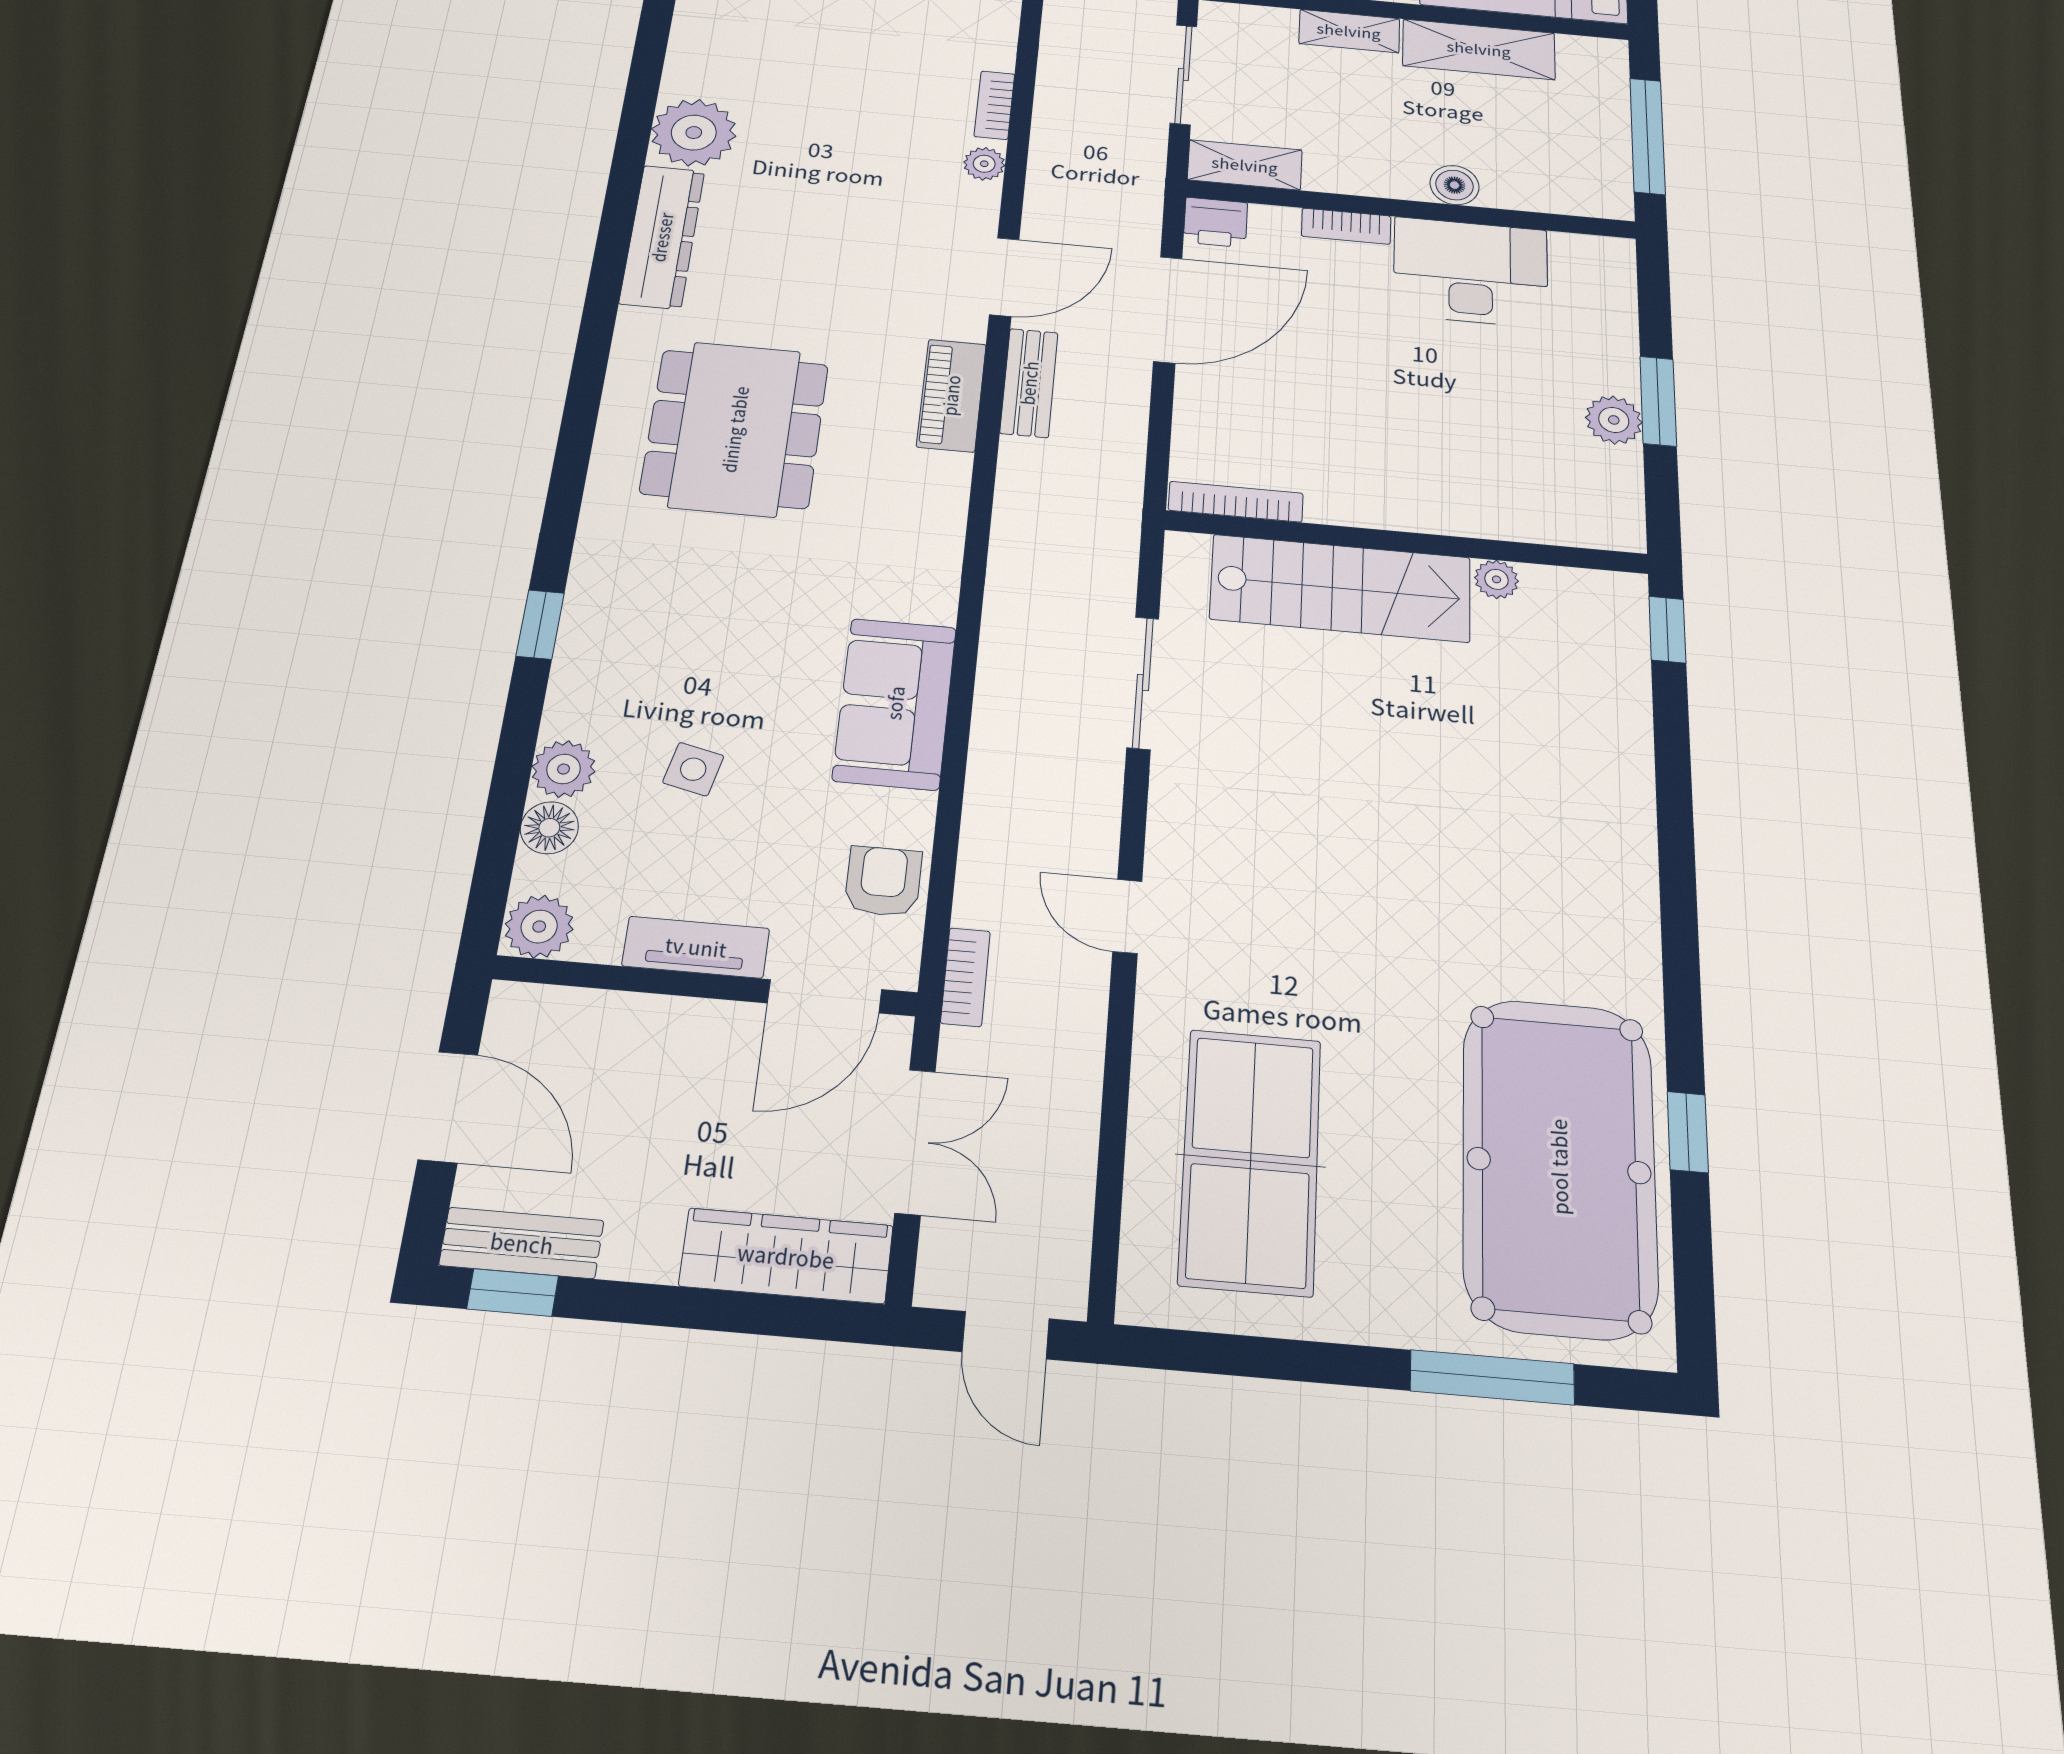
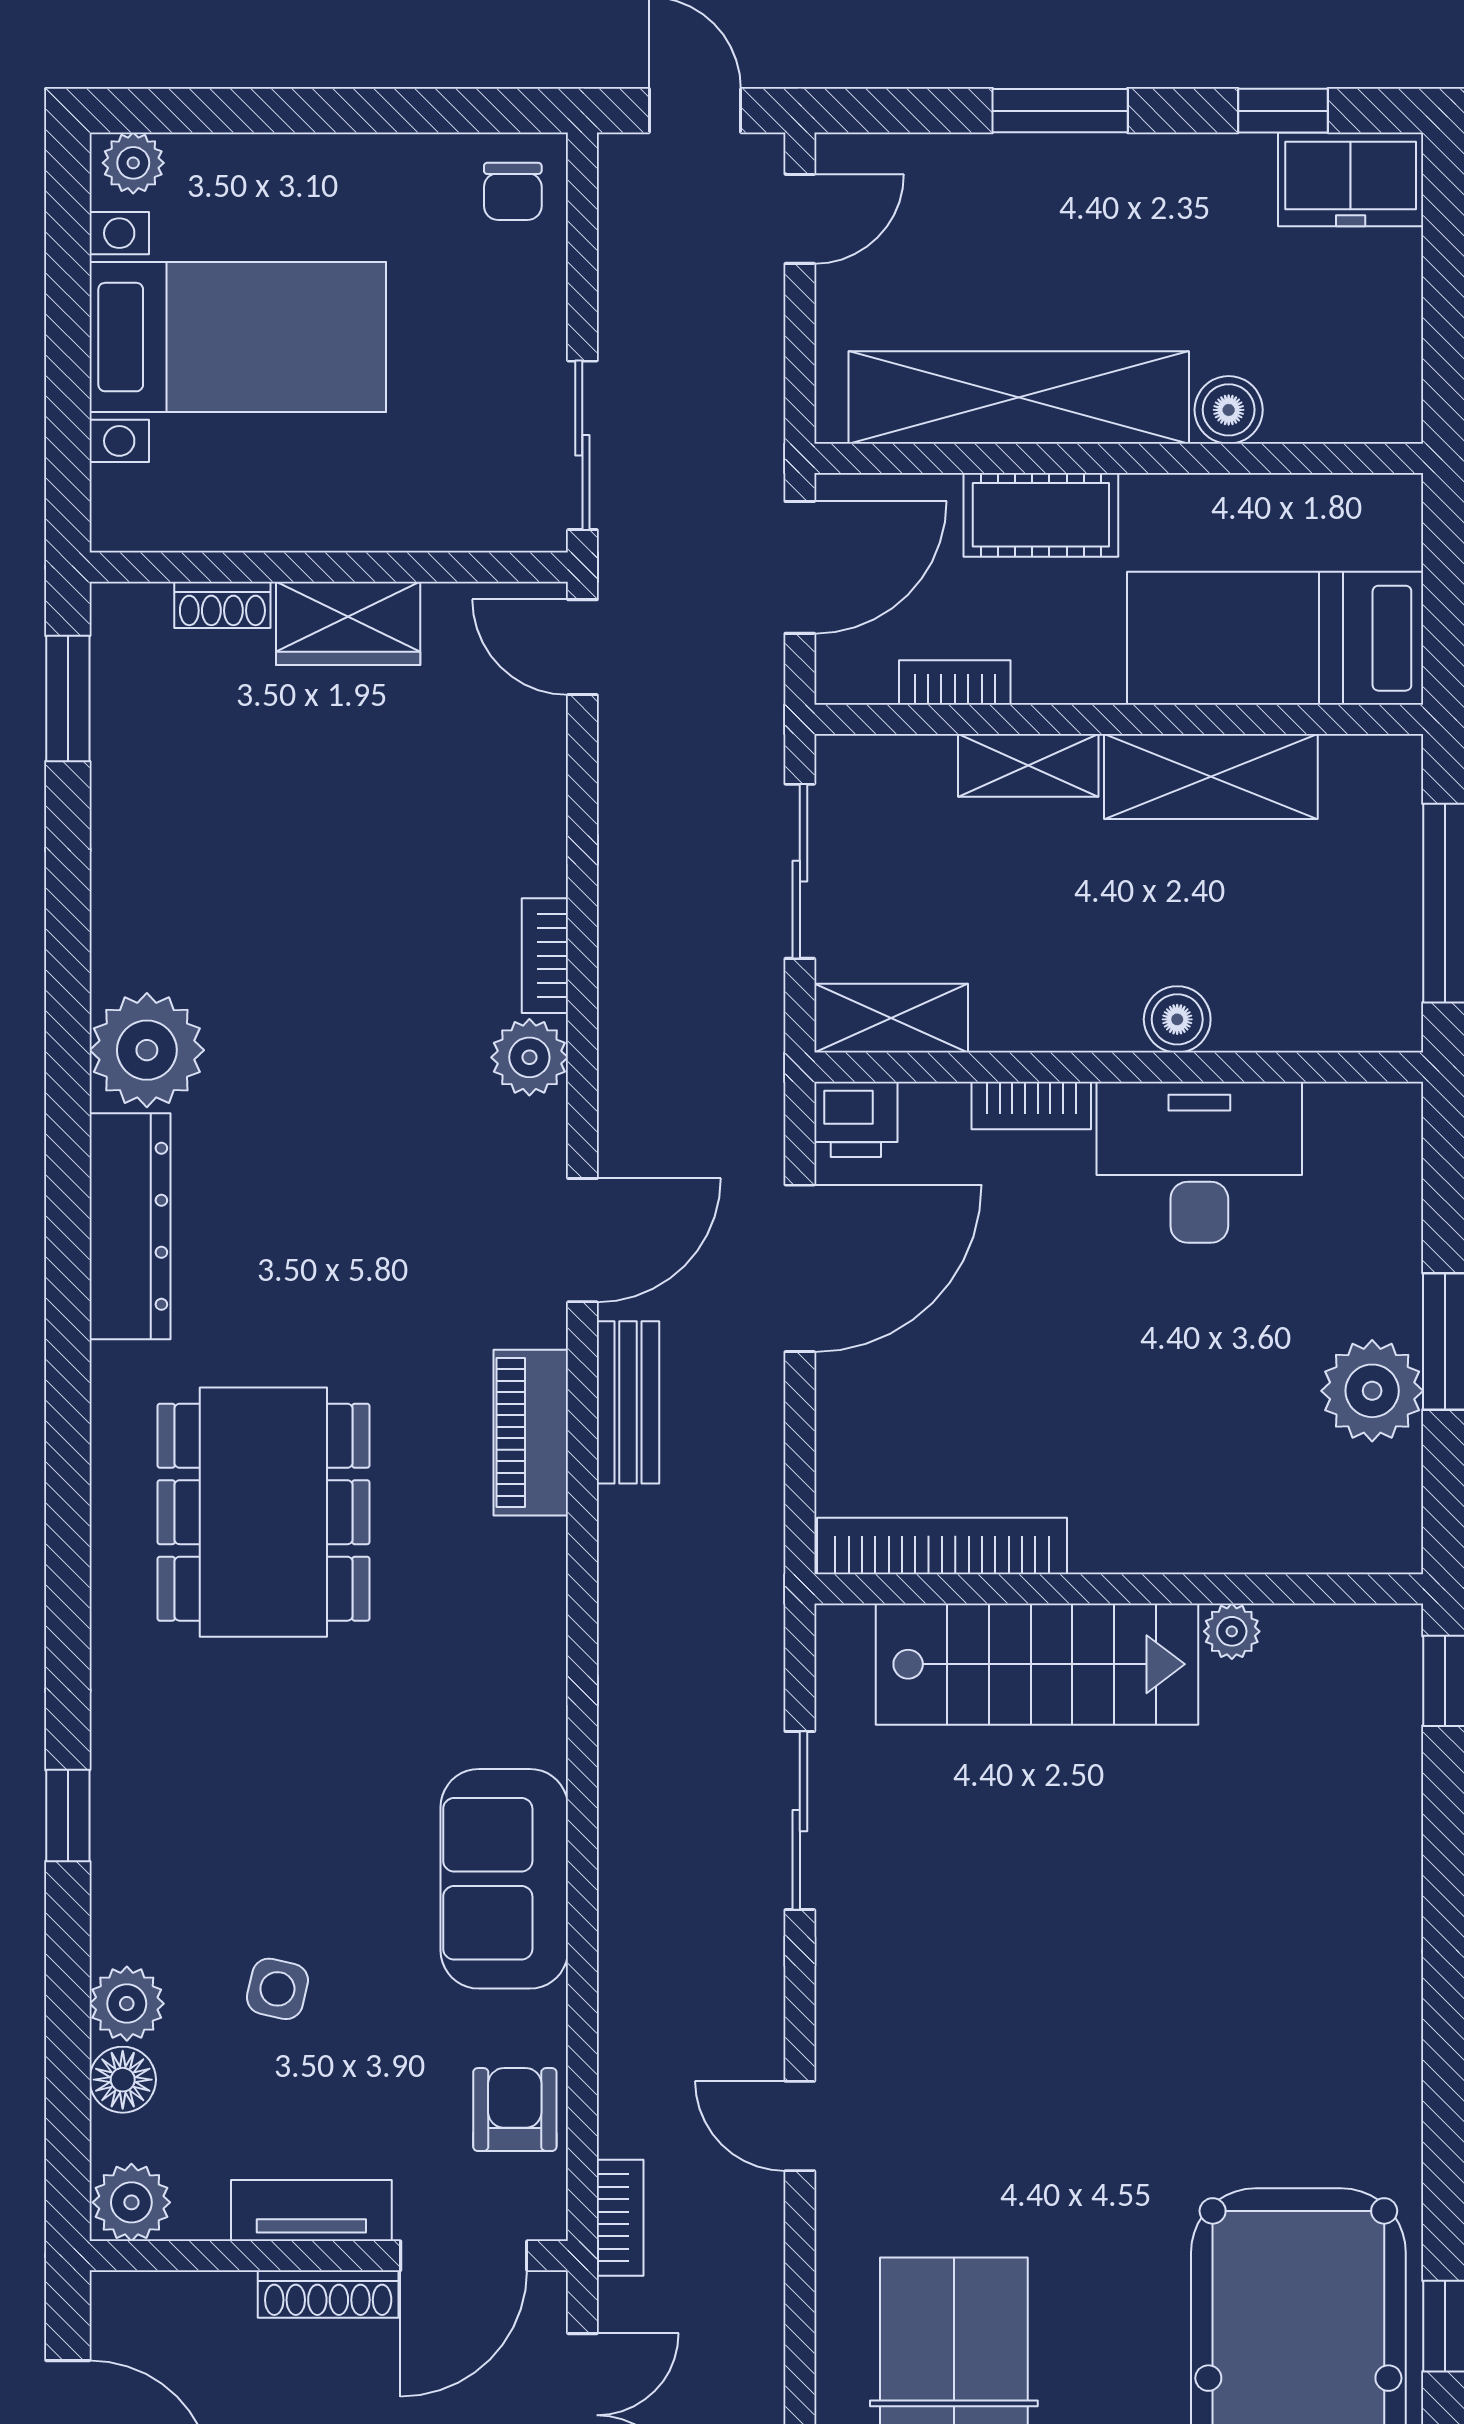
plant: (984, 164) -> (529, 1057), width x1.38, depth x1.38
plant: (1614, 420) -> (1372, 1391), width x1.36, depth x1.36
bookcase: (1236, 502) -> (942, 1546), width x1.48, depth x1.31
shoe rack: (700, 1018) -> (328, 2294), added

